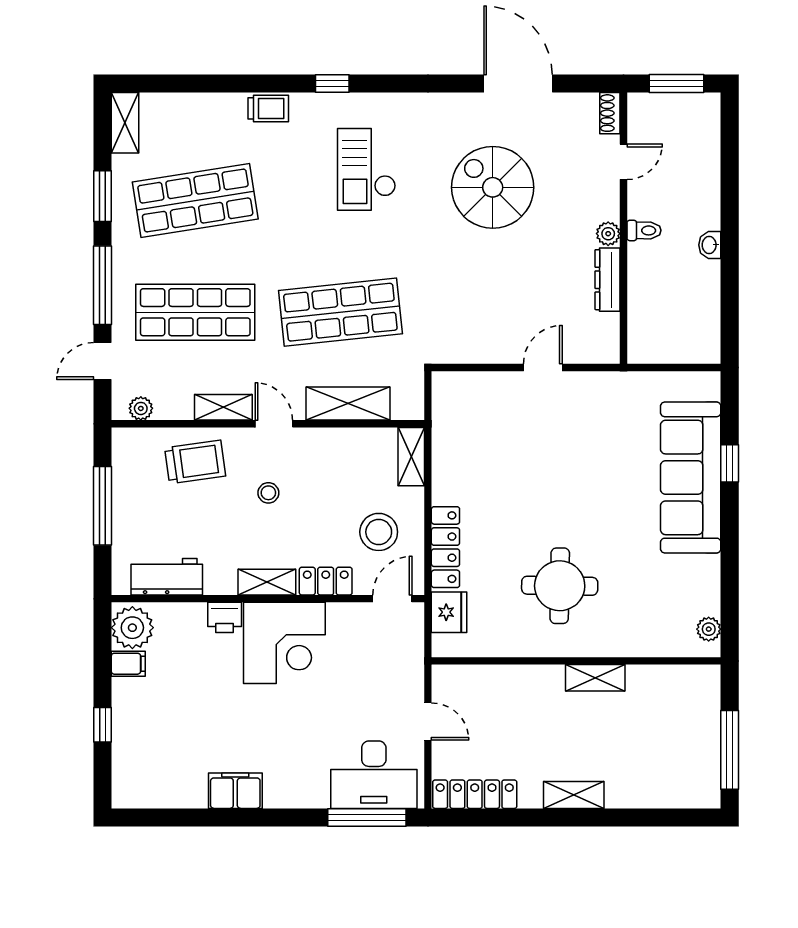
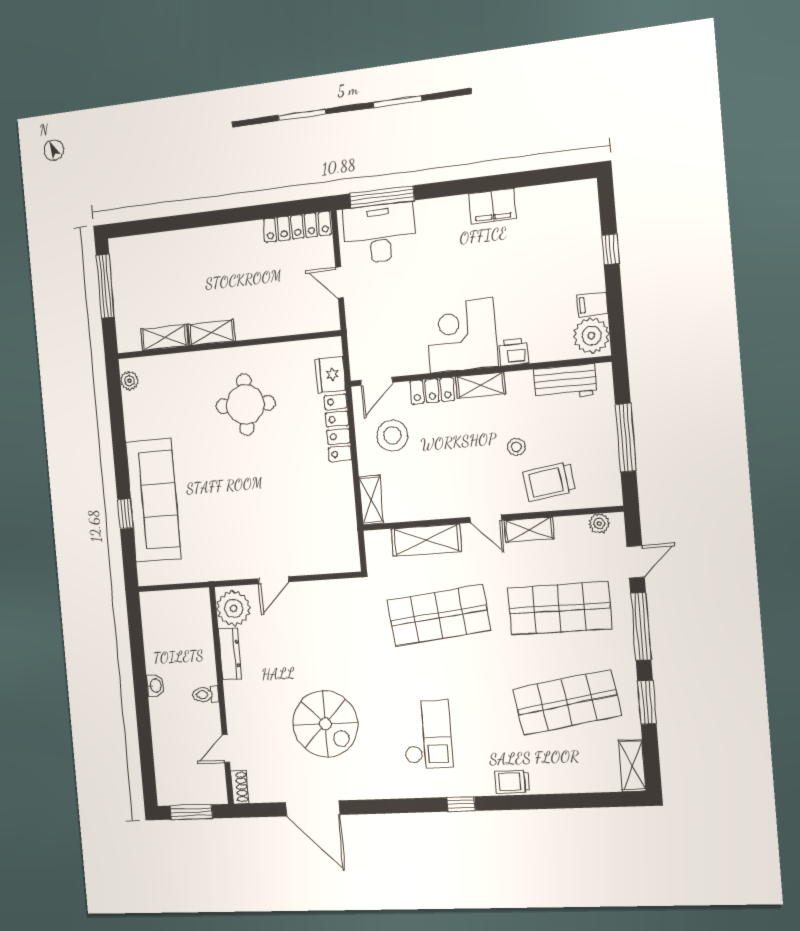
plant: (608, 234) -> (234, 608), moved, width x1.88, depth x1.88
stool: (268, 493) -> (516, 447), moved
shelving: (574, 795) -> (164, 338), moved

